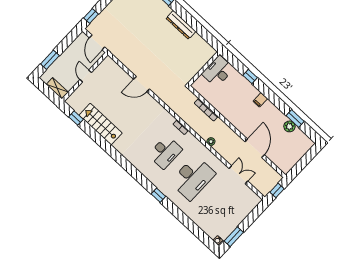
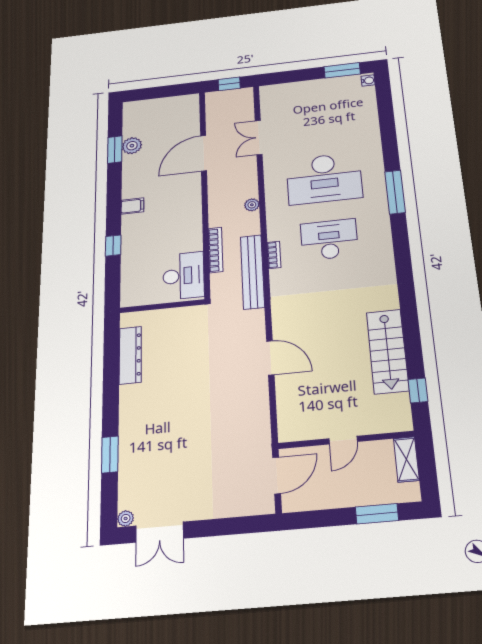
window: (91, 16) -> (246, 525), removed
dresser: (181, 25) -> (130, 355), moved
desk: (218, 71) -> (183, 276), moved, turned -90
bench: (182, 113) -> (252, 272), added
desk: (193, 178) -> (324, 178), turned 180
window: (158, 195) -> (395, 192), width x2.17

